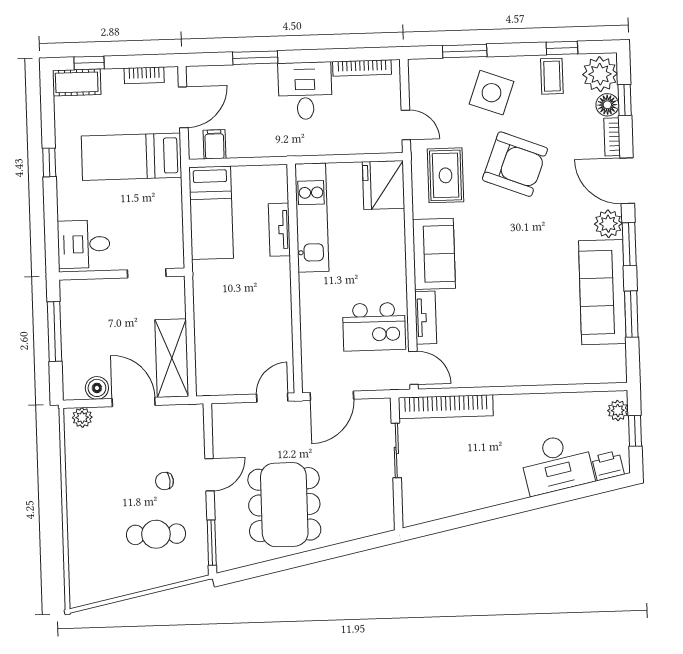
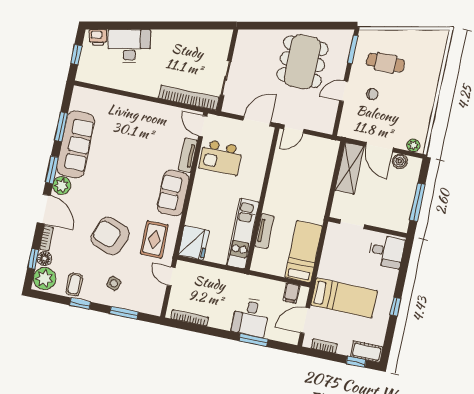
window: (562, 48) -> (80, 304), moved
desk: (305, 91) -> (251, 317), moved
side table: (491, 93) -> (114, 283), width x0.54, depth x0.54
kitchen island: (374, 327) -> (221, 157), turned 180
plant: (618, 410) -> (84, 70), removed

